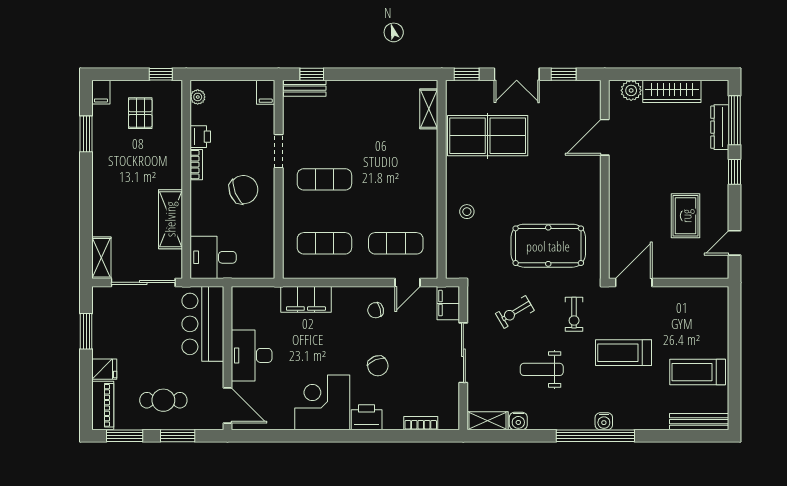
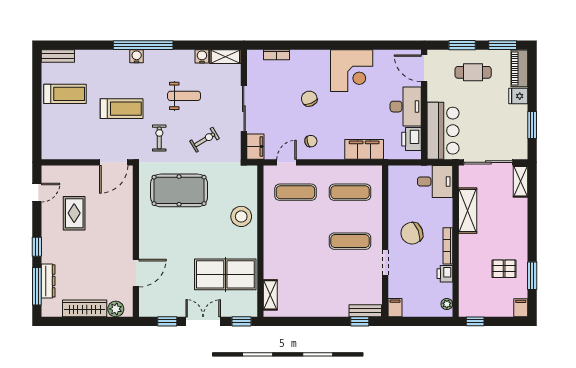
pallet: (140, 113) -> (504, 269), moved, turned 90
bookcase: (196, 165) -> (448, 246), width x1.56
stool: (467, 212) -> (241, 216), width x1.89, depth x1.89
printer: (367, 417) -> (411, 139), moved, turned 90
bench: (699, 422) -> (58, 56), width x0.73

